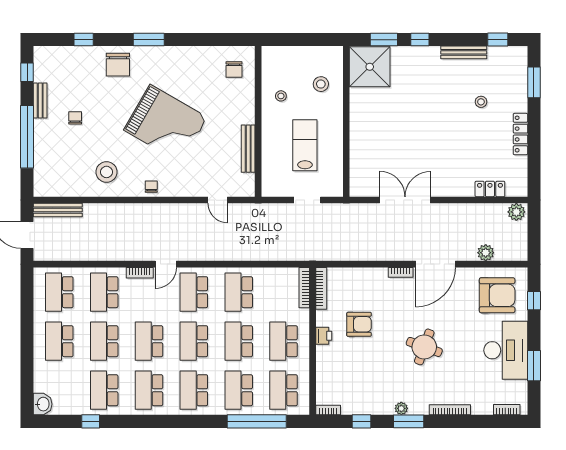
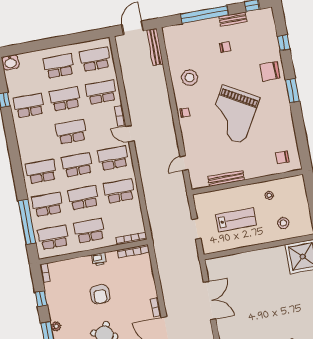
armchair: (359, 324) -> (100, 294), moved
school desk: (149, 390) -> (35, 139), removed

